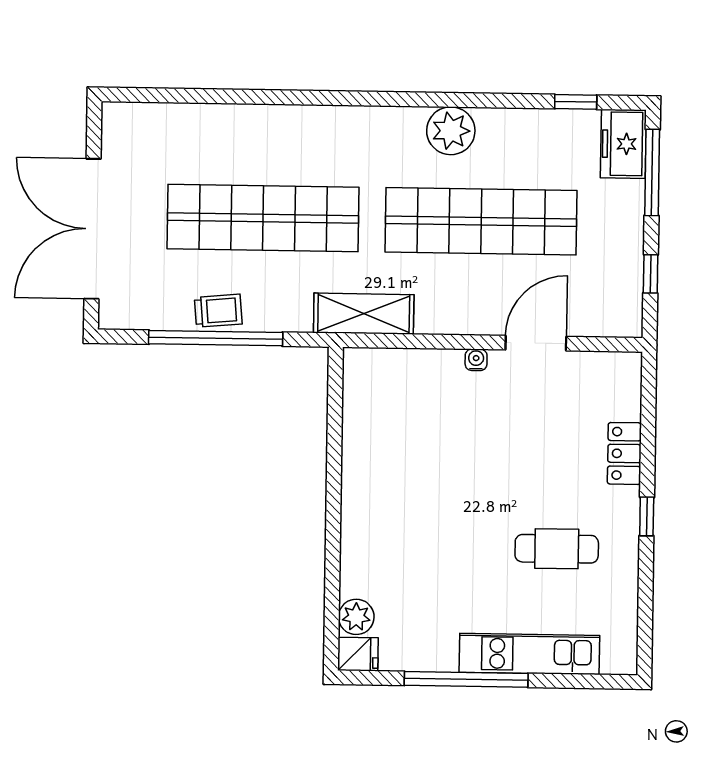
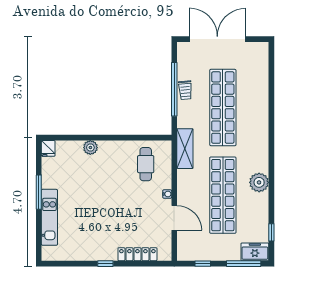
locker: (624, 453) -> (137, 254), width x1.53
cafe table: (557, 549) -> (146, 164), moved
plant: (356, 617) -> (90, 148), moved
window: (466, 679) -> (39, 192), width x0.68

